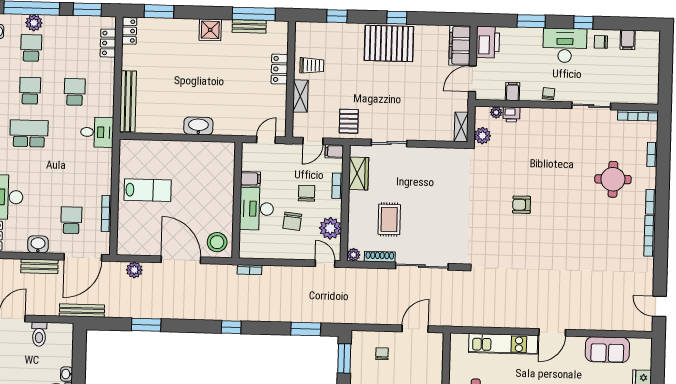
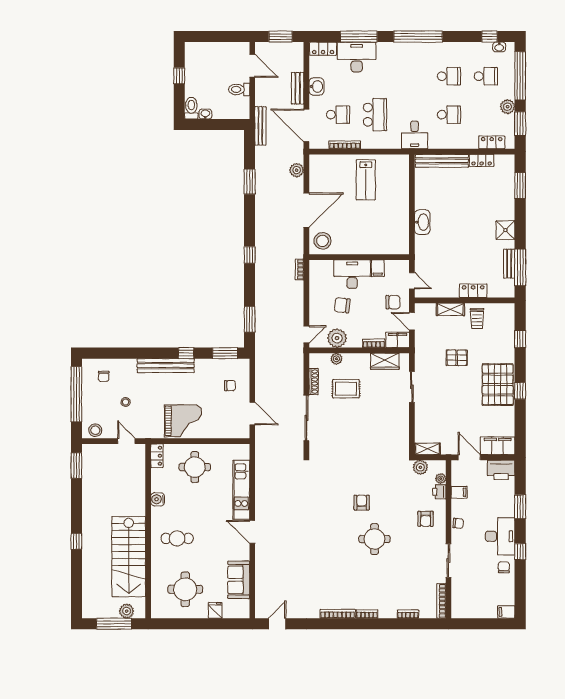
plant: (34, 23) -> (507, 107), moved
locker: (129, 31) -> (482, 160), moved
filing cabinet: (628, 40) -> (506, 612), moved
pallet: (349, 121) -> (457, 358), moved
armchair: (542, 131) -> (426, 519), added
school desk: (29, 133) -> (375, 115), moved
filing cabinet: (334, 151) -> (398, 340), width x2.00
round table: (613, 179) -> (374, 539), moved
chair: (307, 193) -> (393, 302), moved
plant: (354, 255) -> (336, 359), moved

